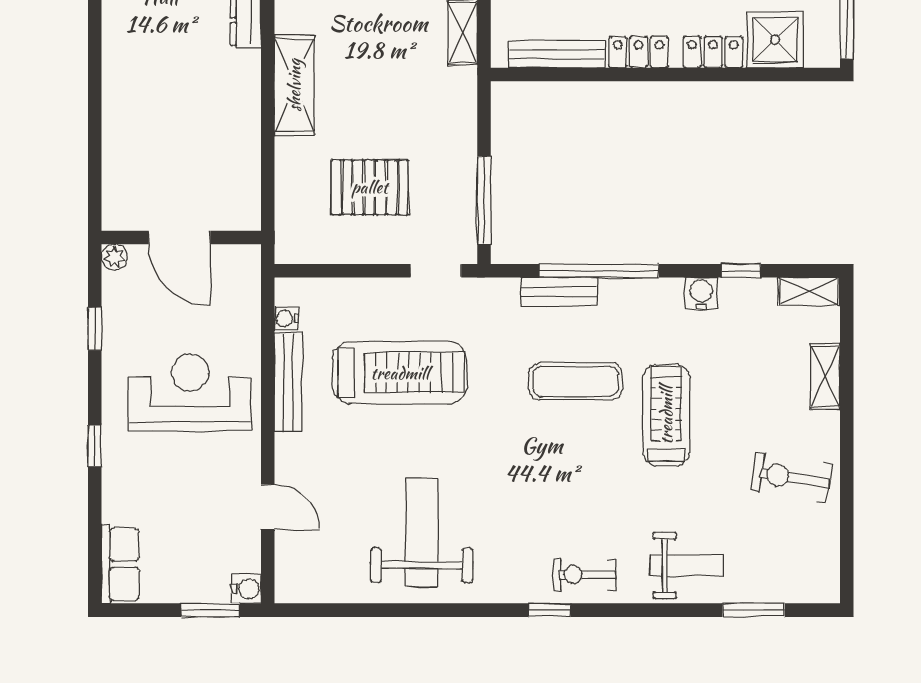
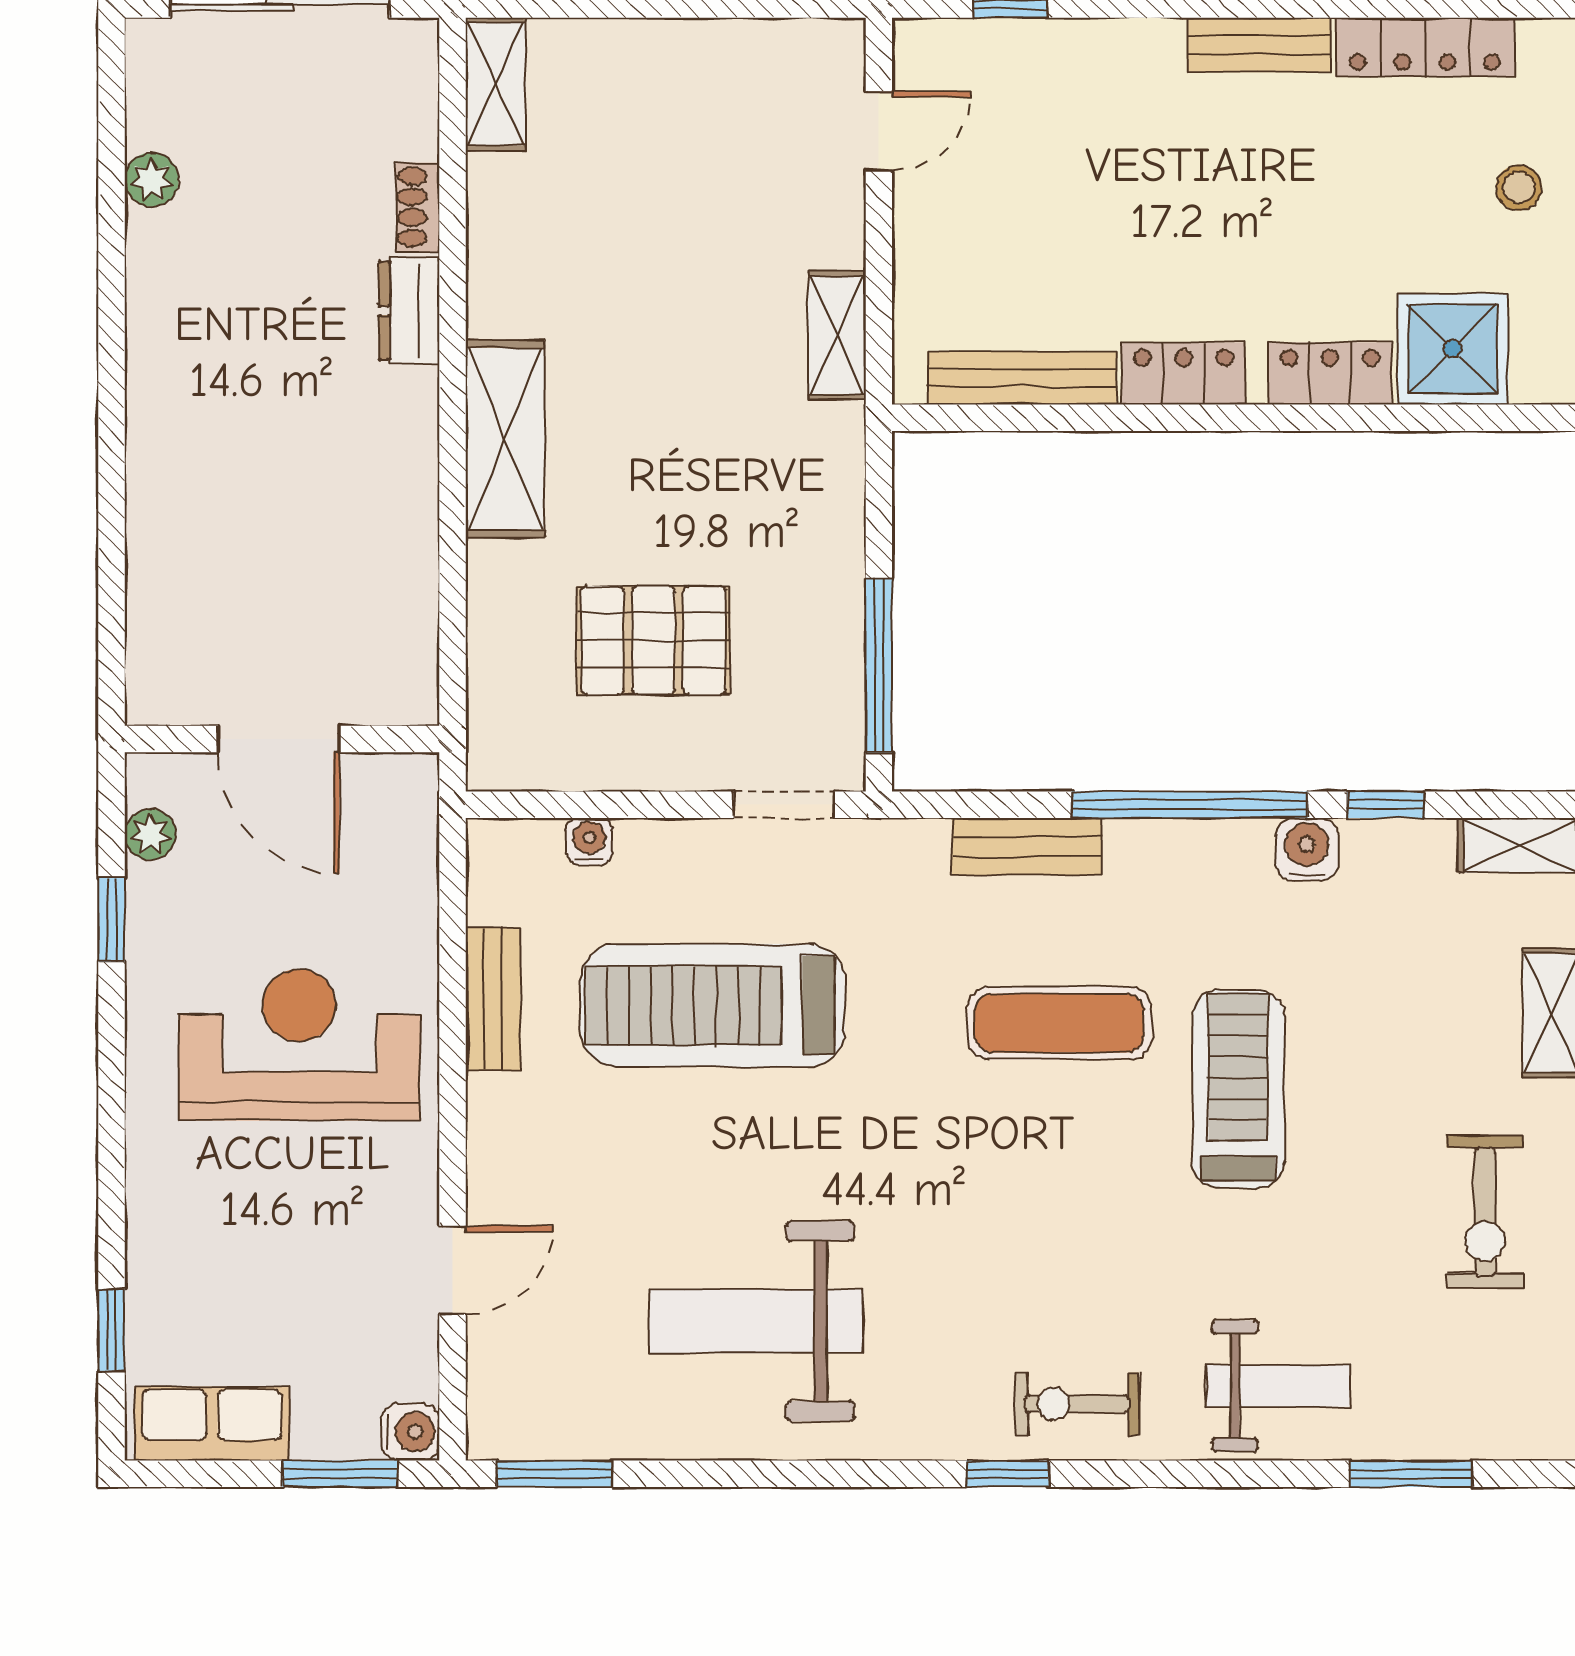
plant: (114, 257) -> (150, 834), moved
window: (599, 271) -> (1190, 805), moved
water cooler: (286, 318) -> (589, 841), moved, turned 90
treadmill: (400, 373) -> (712, 1005), turned 180
bench: (288, 382) -> (493, 999), width x0.73
window: (95, 446) -> (111, 1330), moved
exercise bike: (791, 477) -> (1485, 1212), turned -99
door: (268, 507) -> (453, 1270), hinge flipped
weight bench: (422, 533) -> (756, 1321), turned -90
row of seats: (120, 564) -> (212, 1424), moved, turned -90
window: (319, 610) -> (554, 1474), added

